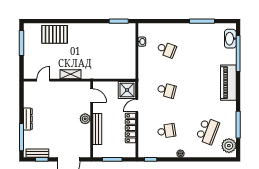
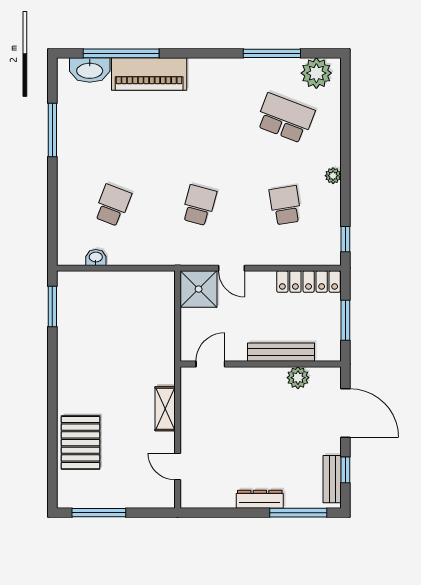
piano: (228, 83) -> (149, 74), moved
plant: (85, 119) -> (298, 378), moved
locker: (131, 128) -> (309, 282), moved

